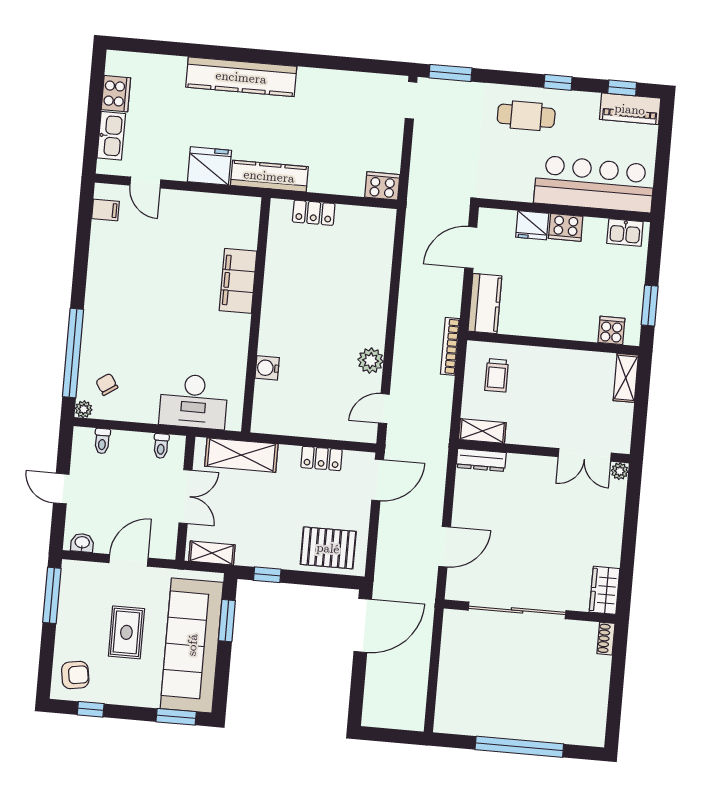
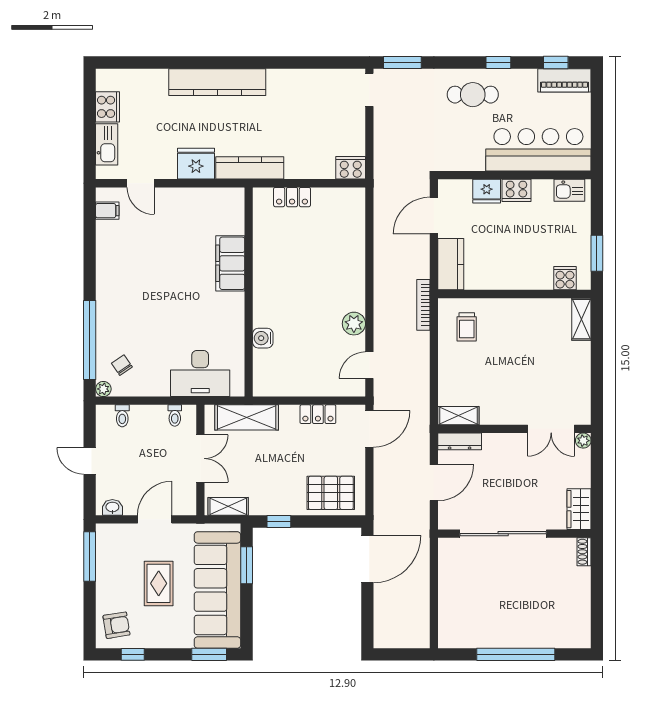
shelving: (482, 431) -> (458, 416), moved
wall: (544, 451) -> (514, 429), moved
double door: (585, 455) -> (551, 429), moved
dresser: (481, 460) -> (460, 441), moved
plant: (620, 471) -> (583, 441), moved

